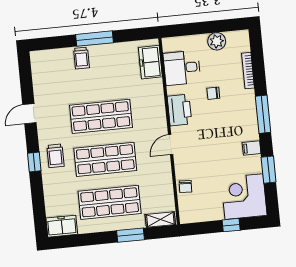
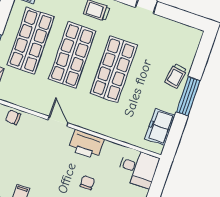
trolley: (81, 58) -> (176, 76), turned -81
freezer: (150, 62) -> (160, 127), moved, turned -90
desk: (182, 68) -> (138, 168), moved, turned 90

